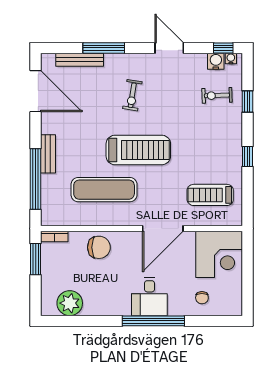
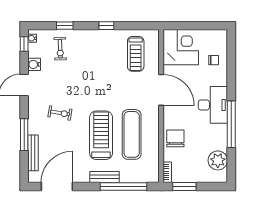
water cooler: (216, 61) -> (34, 64), moved
treadmill: (138, 150) -> (101, 135), moved
desk: (149, 297) -> (213, 105), width x1.37
window: (153, 321) -> (231, 124), moved

